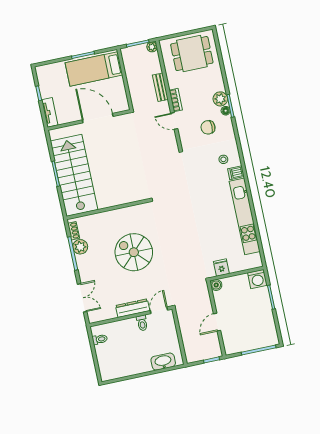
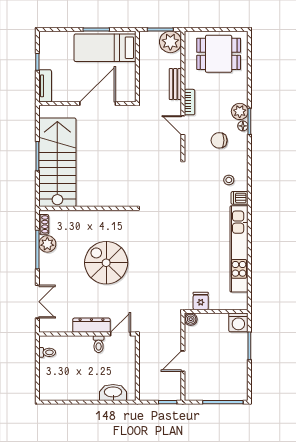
plant: (152, 47) -> (170, 42), width x1.88, depth x1.88
door: (98, 118) -> (98, 104), hinge flipped

